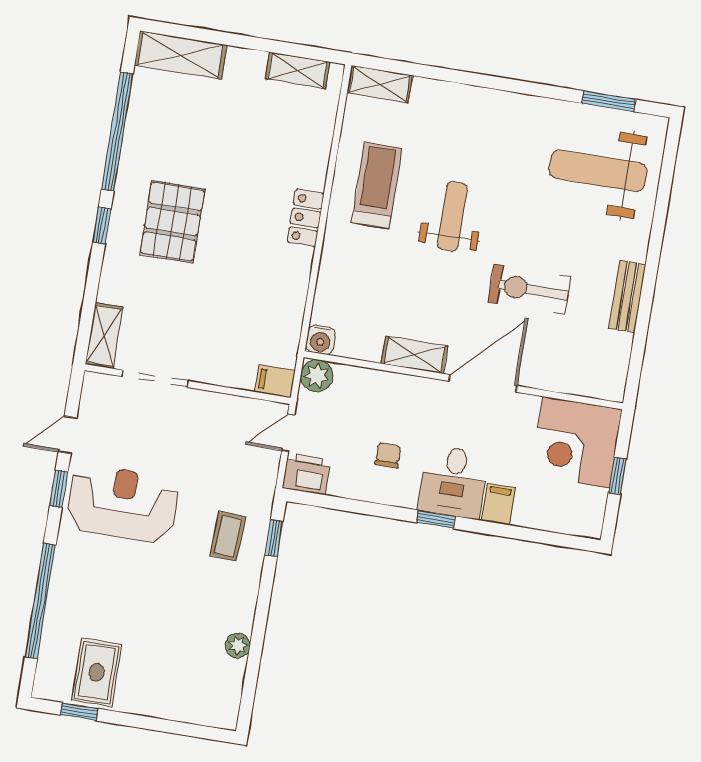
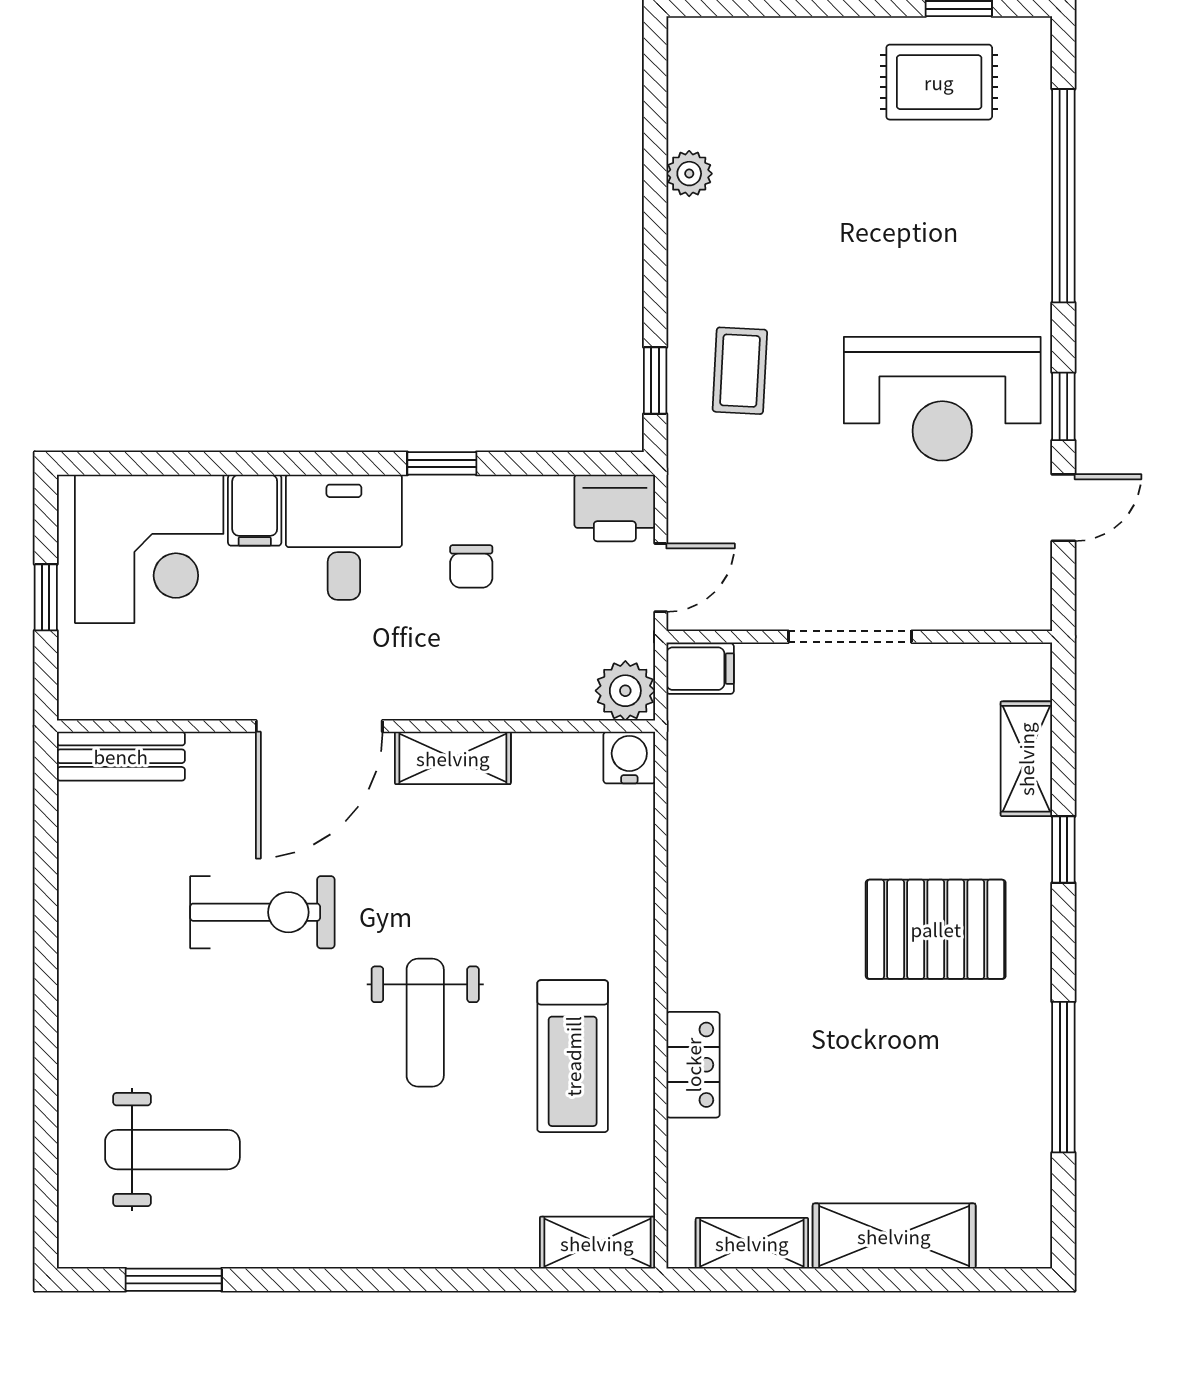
shelving: (180, 55) -> (894, 1236), moved
window: (117, 132) -> (1063, 1077), width x0.68
weight bench: (598, 171) -> (172, 1150), width x0.73, depth x0.75
locker: (306, 218) -> (693, 1065), moved
pallet: (172, 221) -> (936, 929), turned 90
window: (102, 225) -> (1063, 850), moved
bench: (627, 296) -> (121, 756), moved, turned 90
shelving: (104, 336) -> (1026, 759), moved
doorway: (155, 379) -> (850, 637), moved
corner desk: (576, 442) -> (149, 549), moved, turned 90
window: (436, 519) -> (442, 463), moved
rug: (97, 672) -> (939, 82), turned 90

